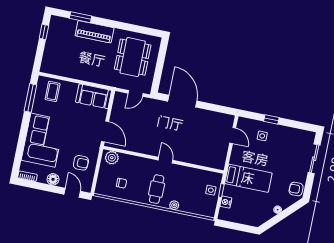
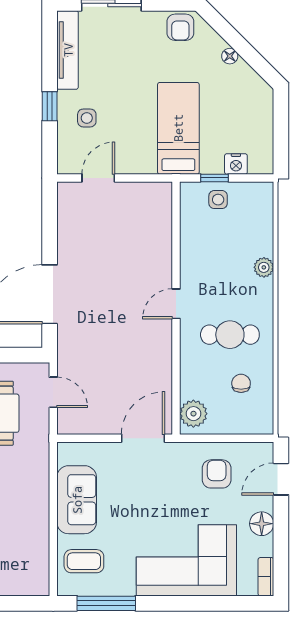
sofa: (94, 96) -> (77, 500), moved
tv unit: (296, 133) -> (68, 50), added
cafe table: (157, 189) -> (230, 335), moved

